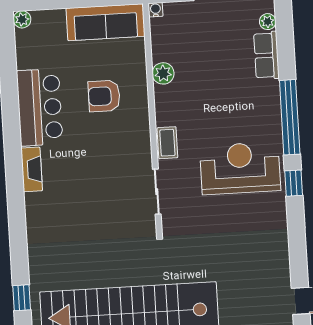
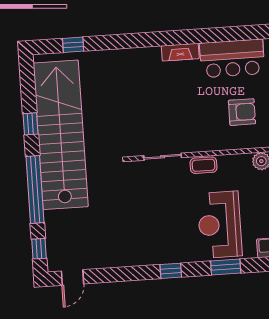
armchair: (104, 96) -> (242, 112), turned 90
window: (290, 117) -> (226, 267), width x0.47
reception desk: (240, 168) -> (220, 225), moved, turned 180

